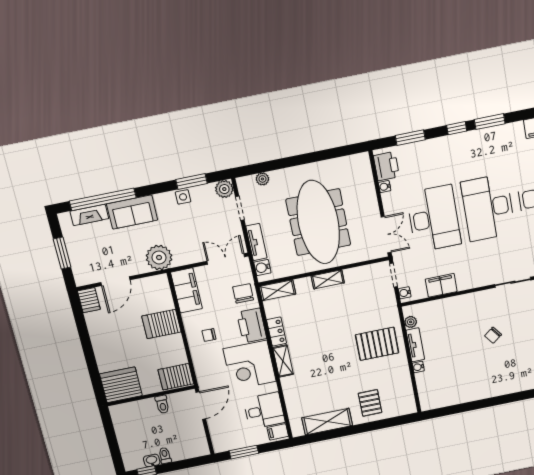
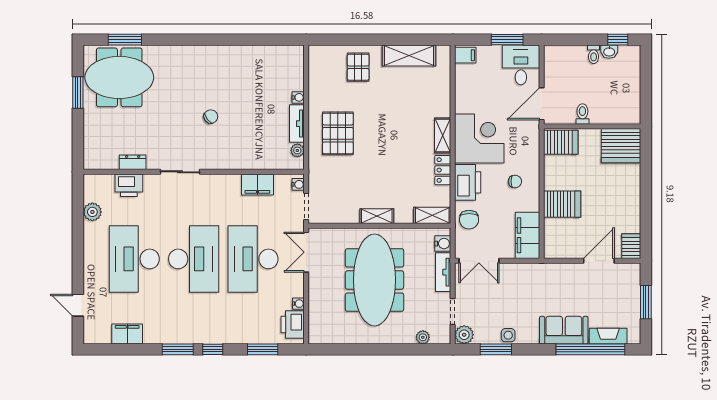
plant: (159, 258) -> (548, 277), removed
pallet: (377, 344) -> (338, 133), turned 90
desk: (264, 411) -> (521, 65), moved, turned 90

